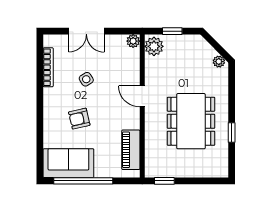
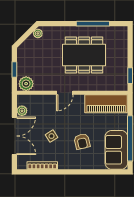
double door: (86, 31) -> (14, 136), width x1.37
plant: (133, 41) -> (22, 111), moved
window: (232, 133) -> (93, 24), width x2.17
piano: (131, 150) -> (106, 104), width x1.37, depth x1.33

